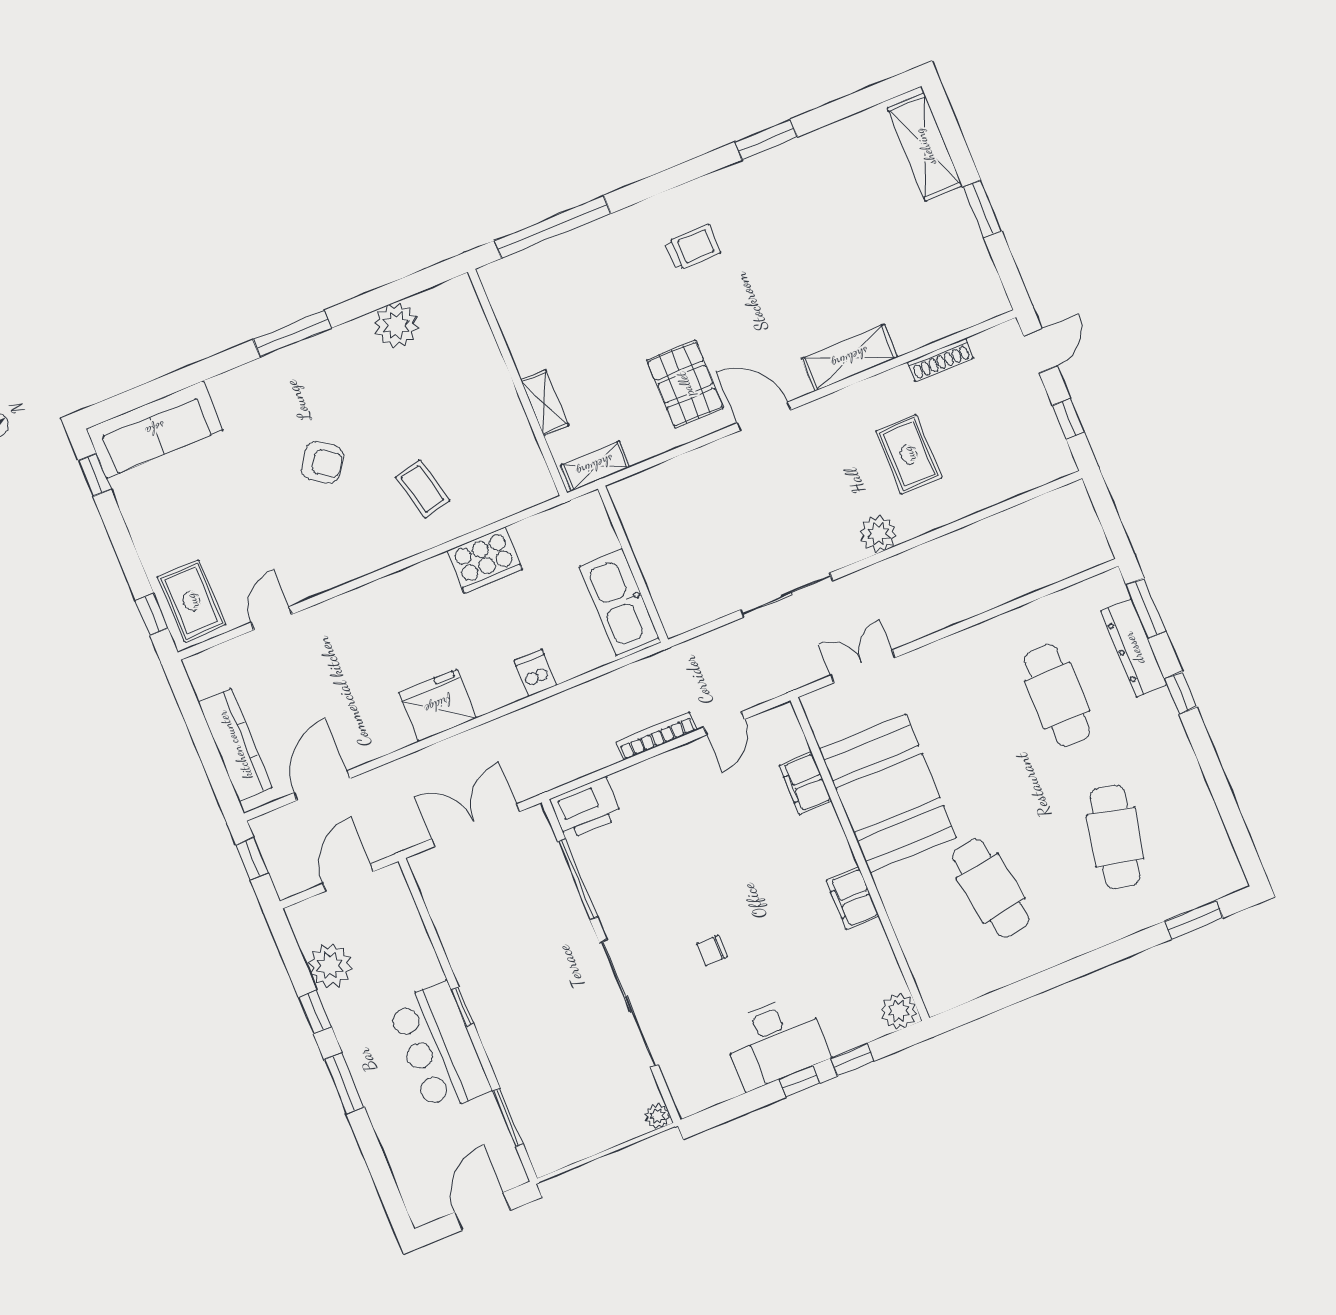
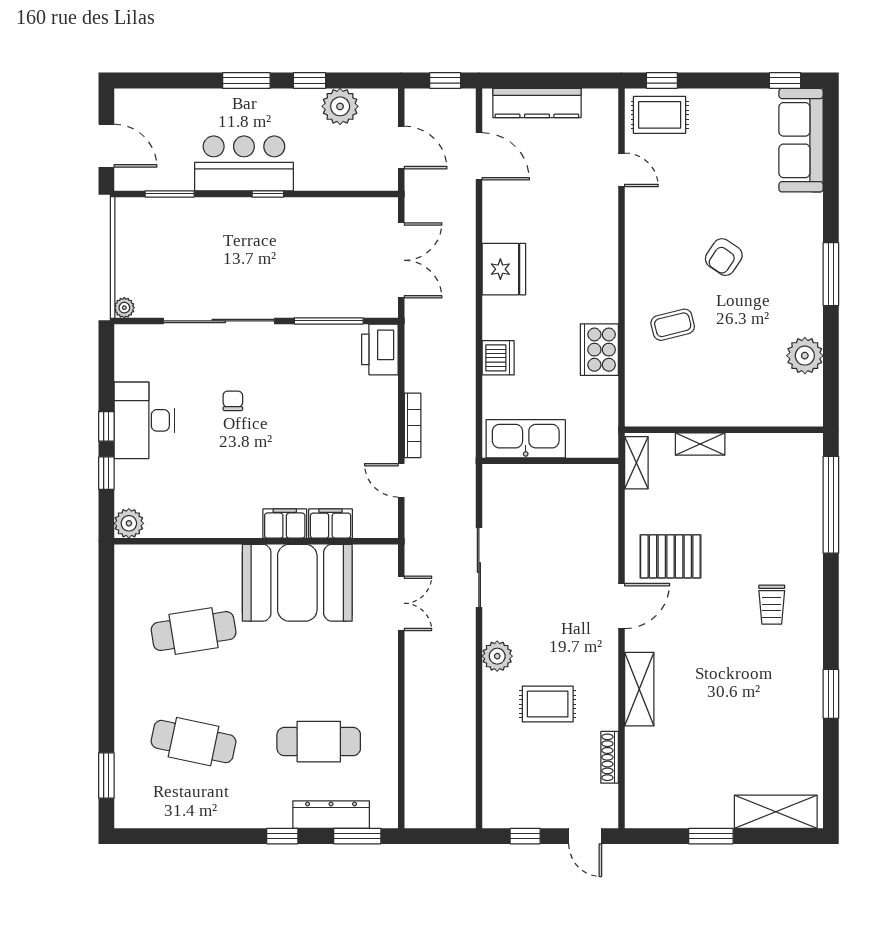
dishwasher: (535, 673) -> (498, 358), width x1.38
filing cabinet: (853, 898) -> (285, 523), moved

